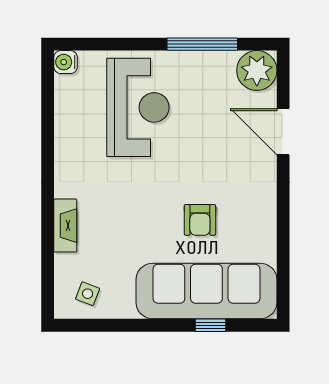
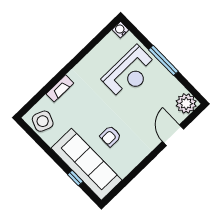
window: (202, 44) -> (163, 60), moved
side table: (88, 294) -> (43, 121), width x1.87, depth x1.87

